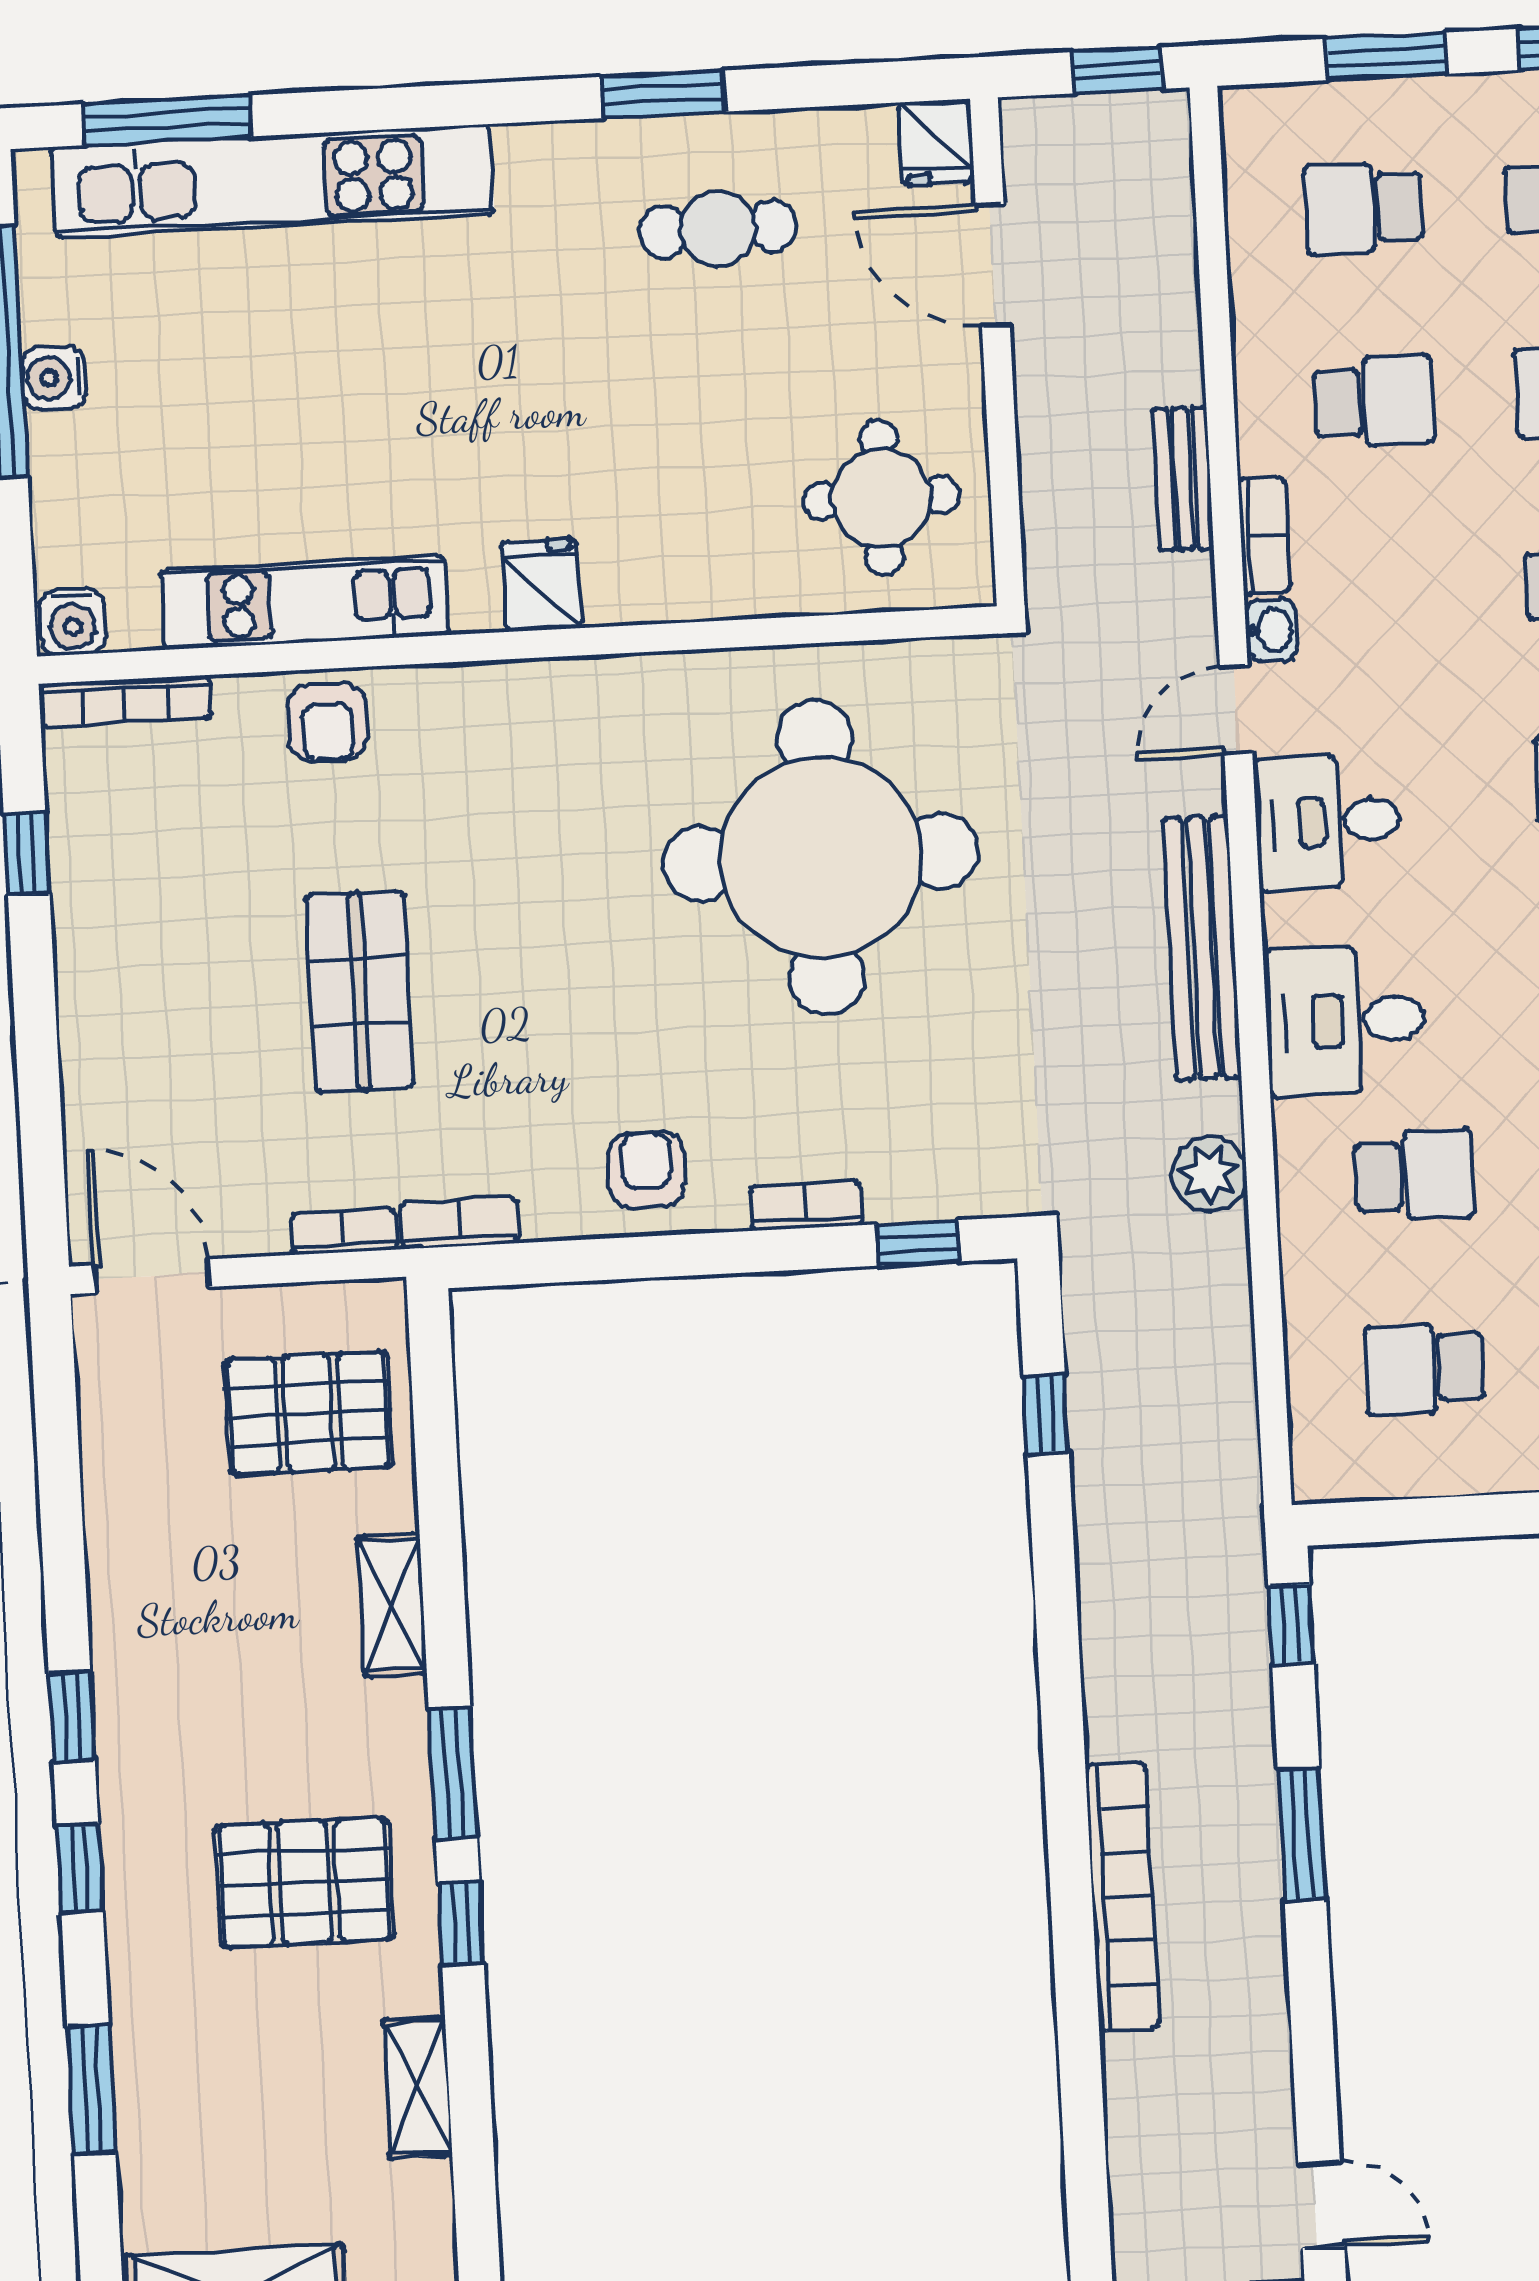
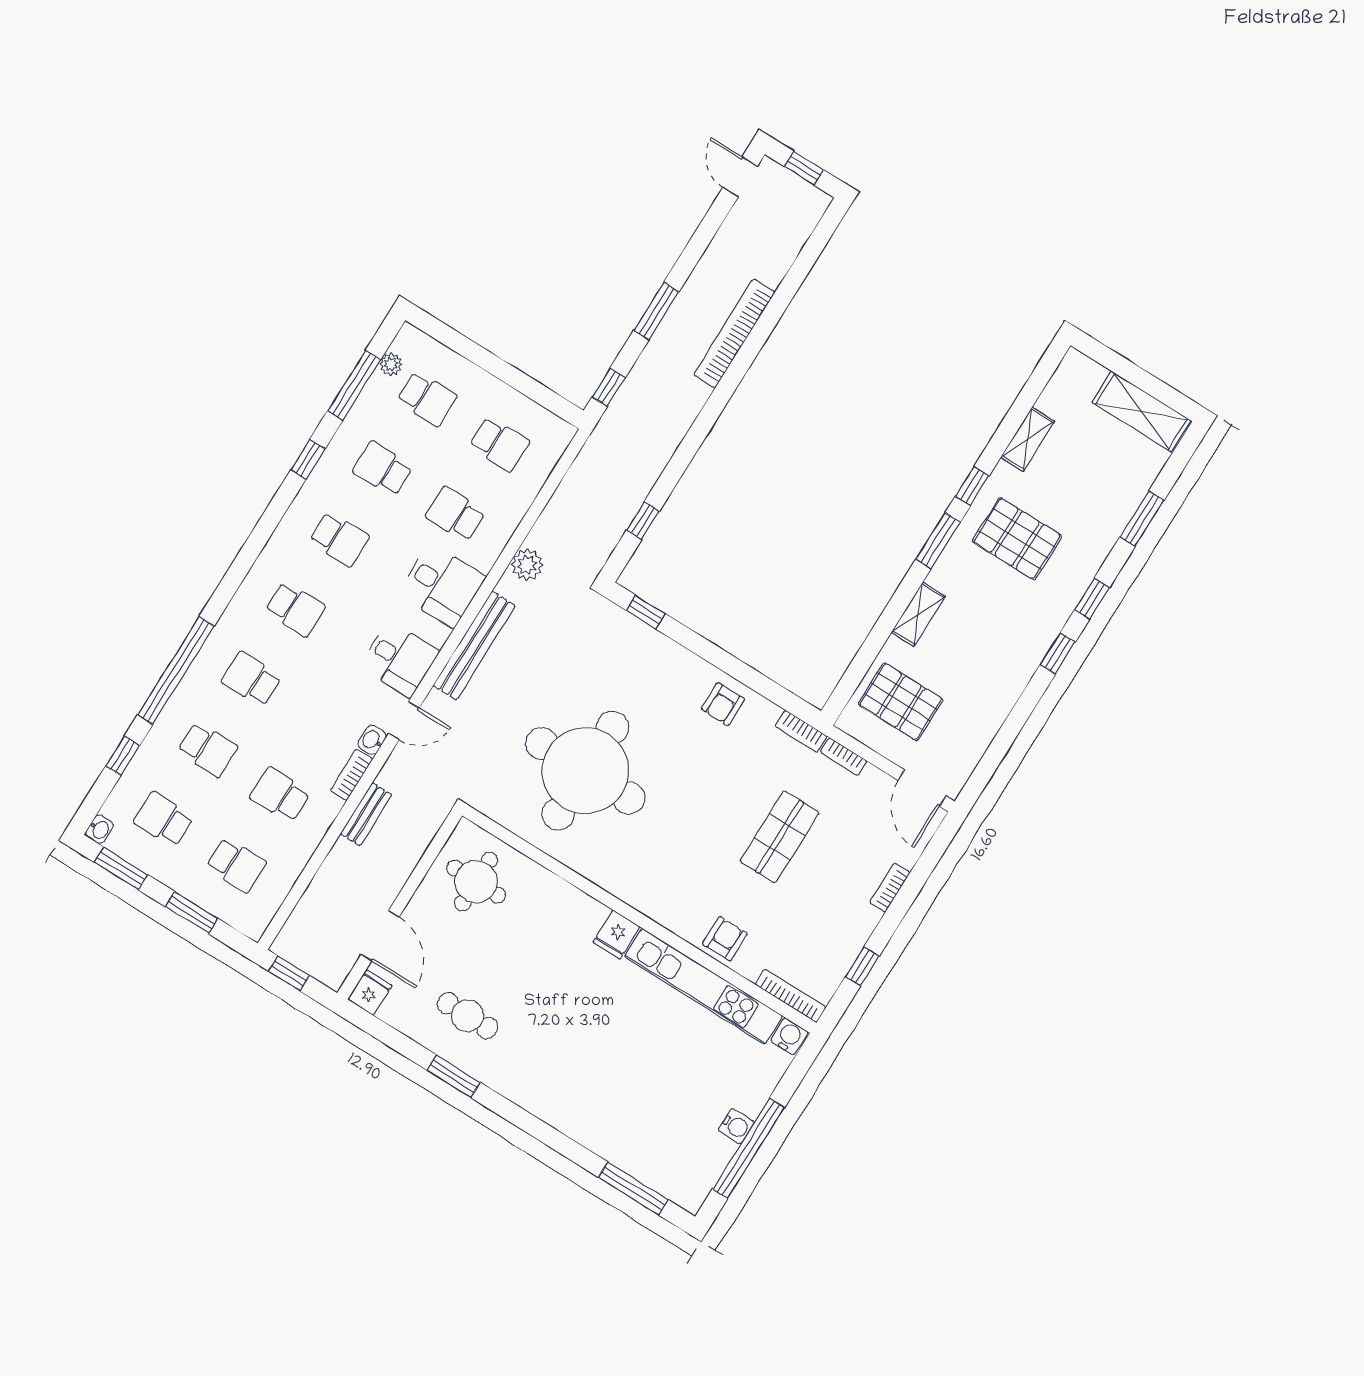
kitchen unit: (273, 181) -> (611, 1142), removed
kitchen unit: (304, 602) -> (703, 986), width x1.36
bookcase: (806, 1206) -> (890, 888), moved, turned 90

